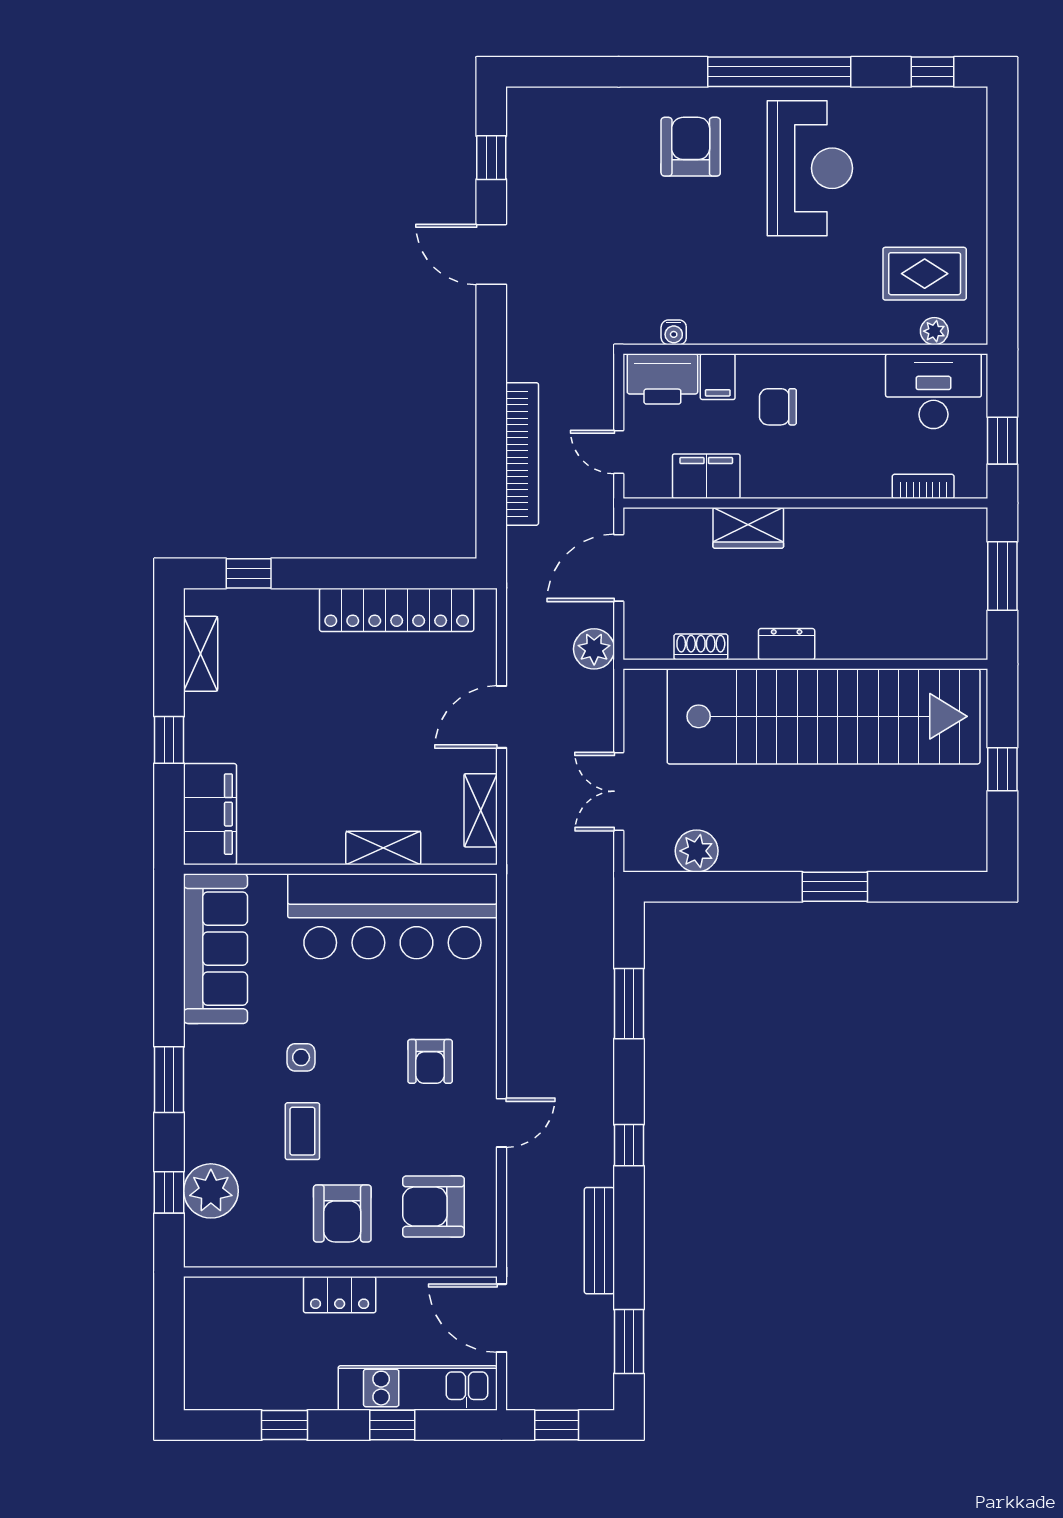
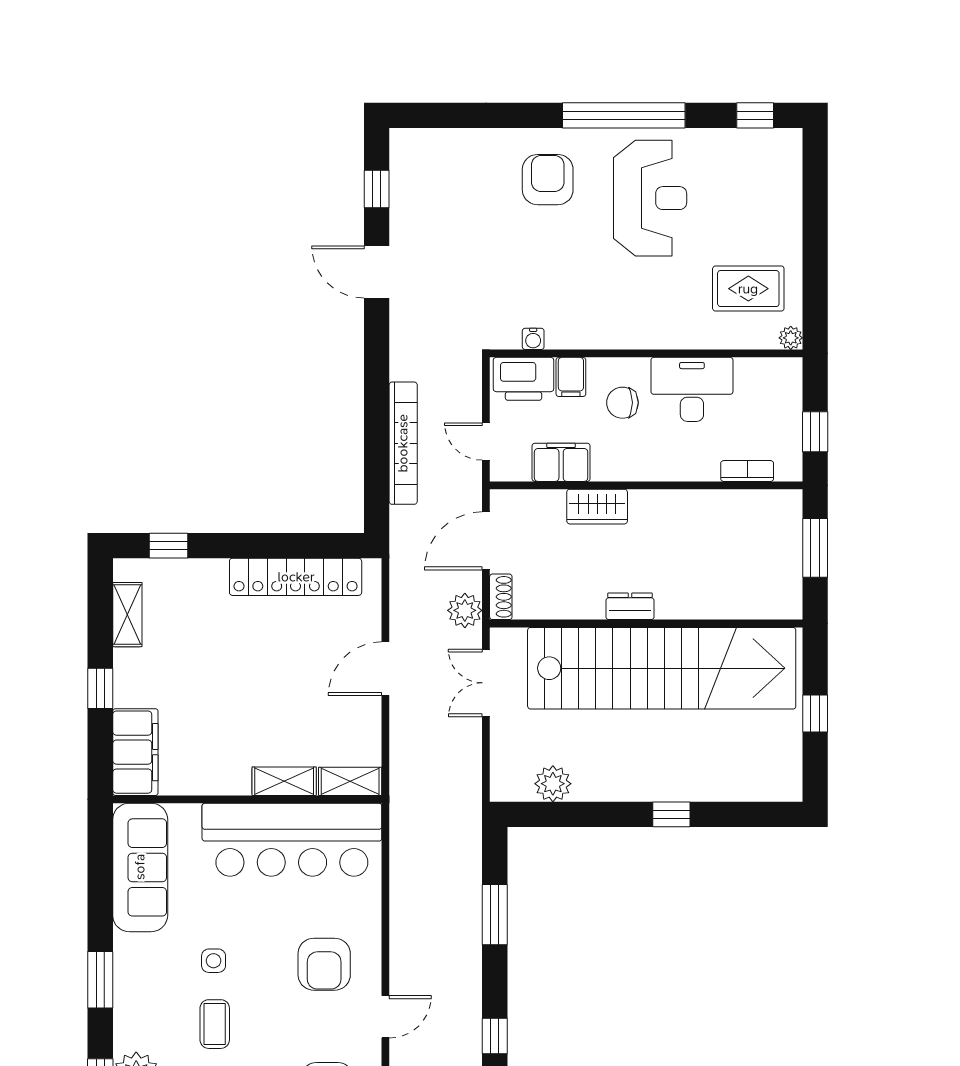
plant: (934, 331) -> (791, 338), moved
desk: (933, 391) -> (692, 389), moved
shoe rack: (701, 647) -> (501, 597), moved, turned 90
double door: (619, 791) -> (486, 683), moved
shelving: (481, 810) -> (350, 781), moved, turned 90
window: (835, 887) -> (671, 814), width x0.67
armchair: (430, 1061) -> (324, 964), width x1.38, depth x1.38

